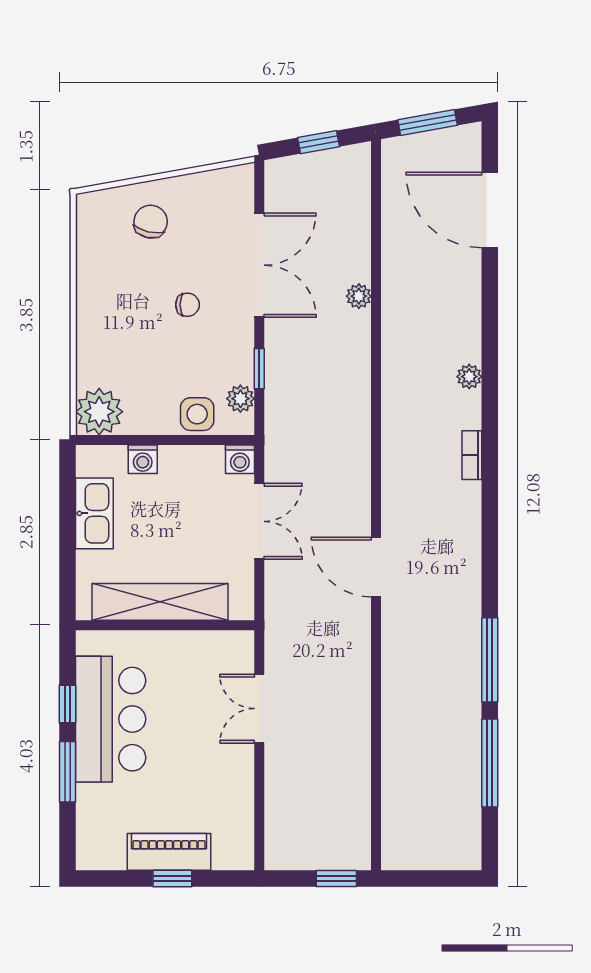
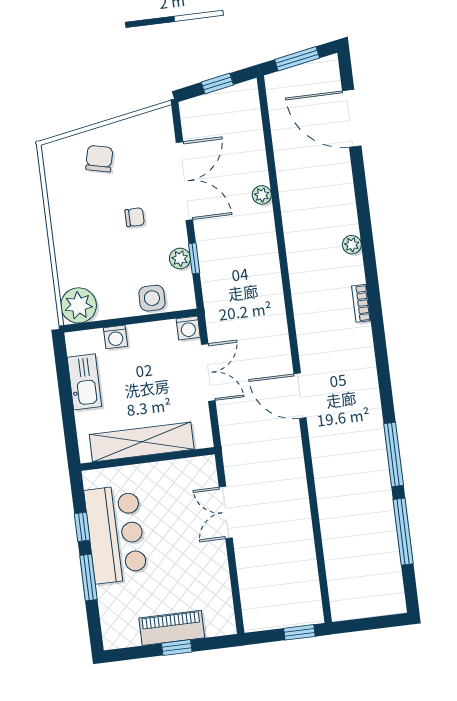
plant: (240, 399) -> (180, 258), moved

